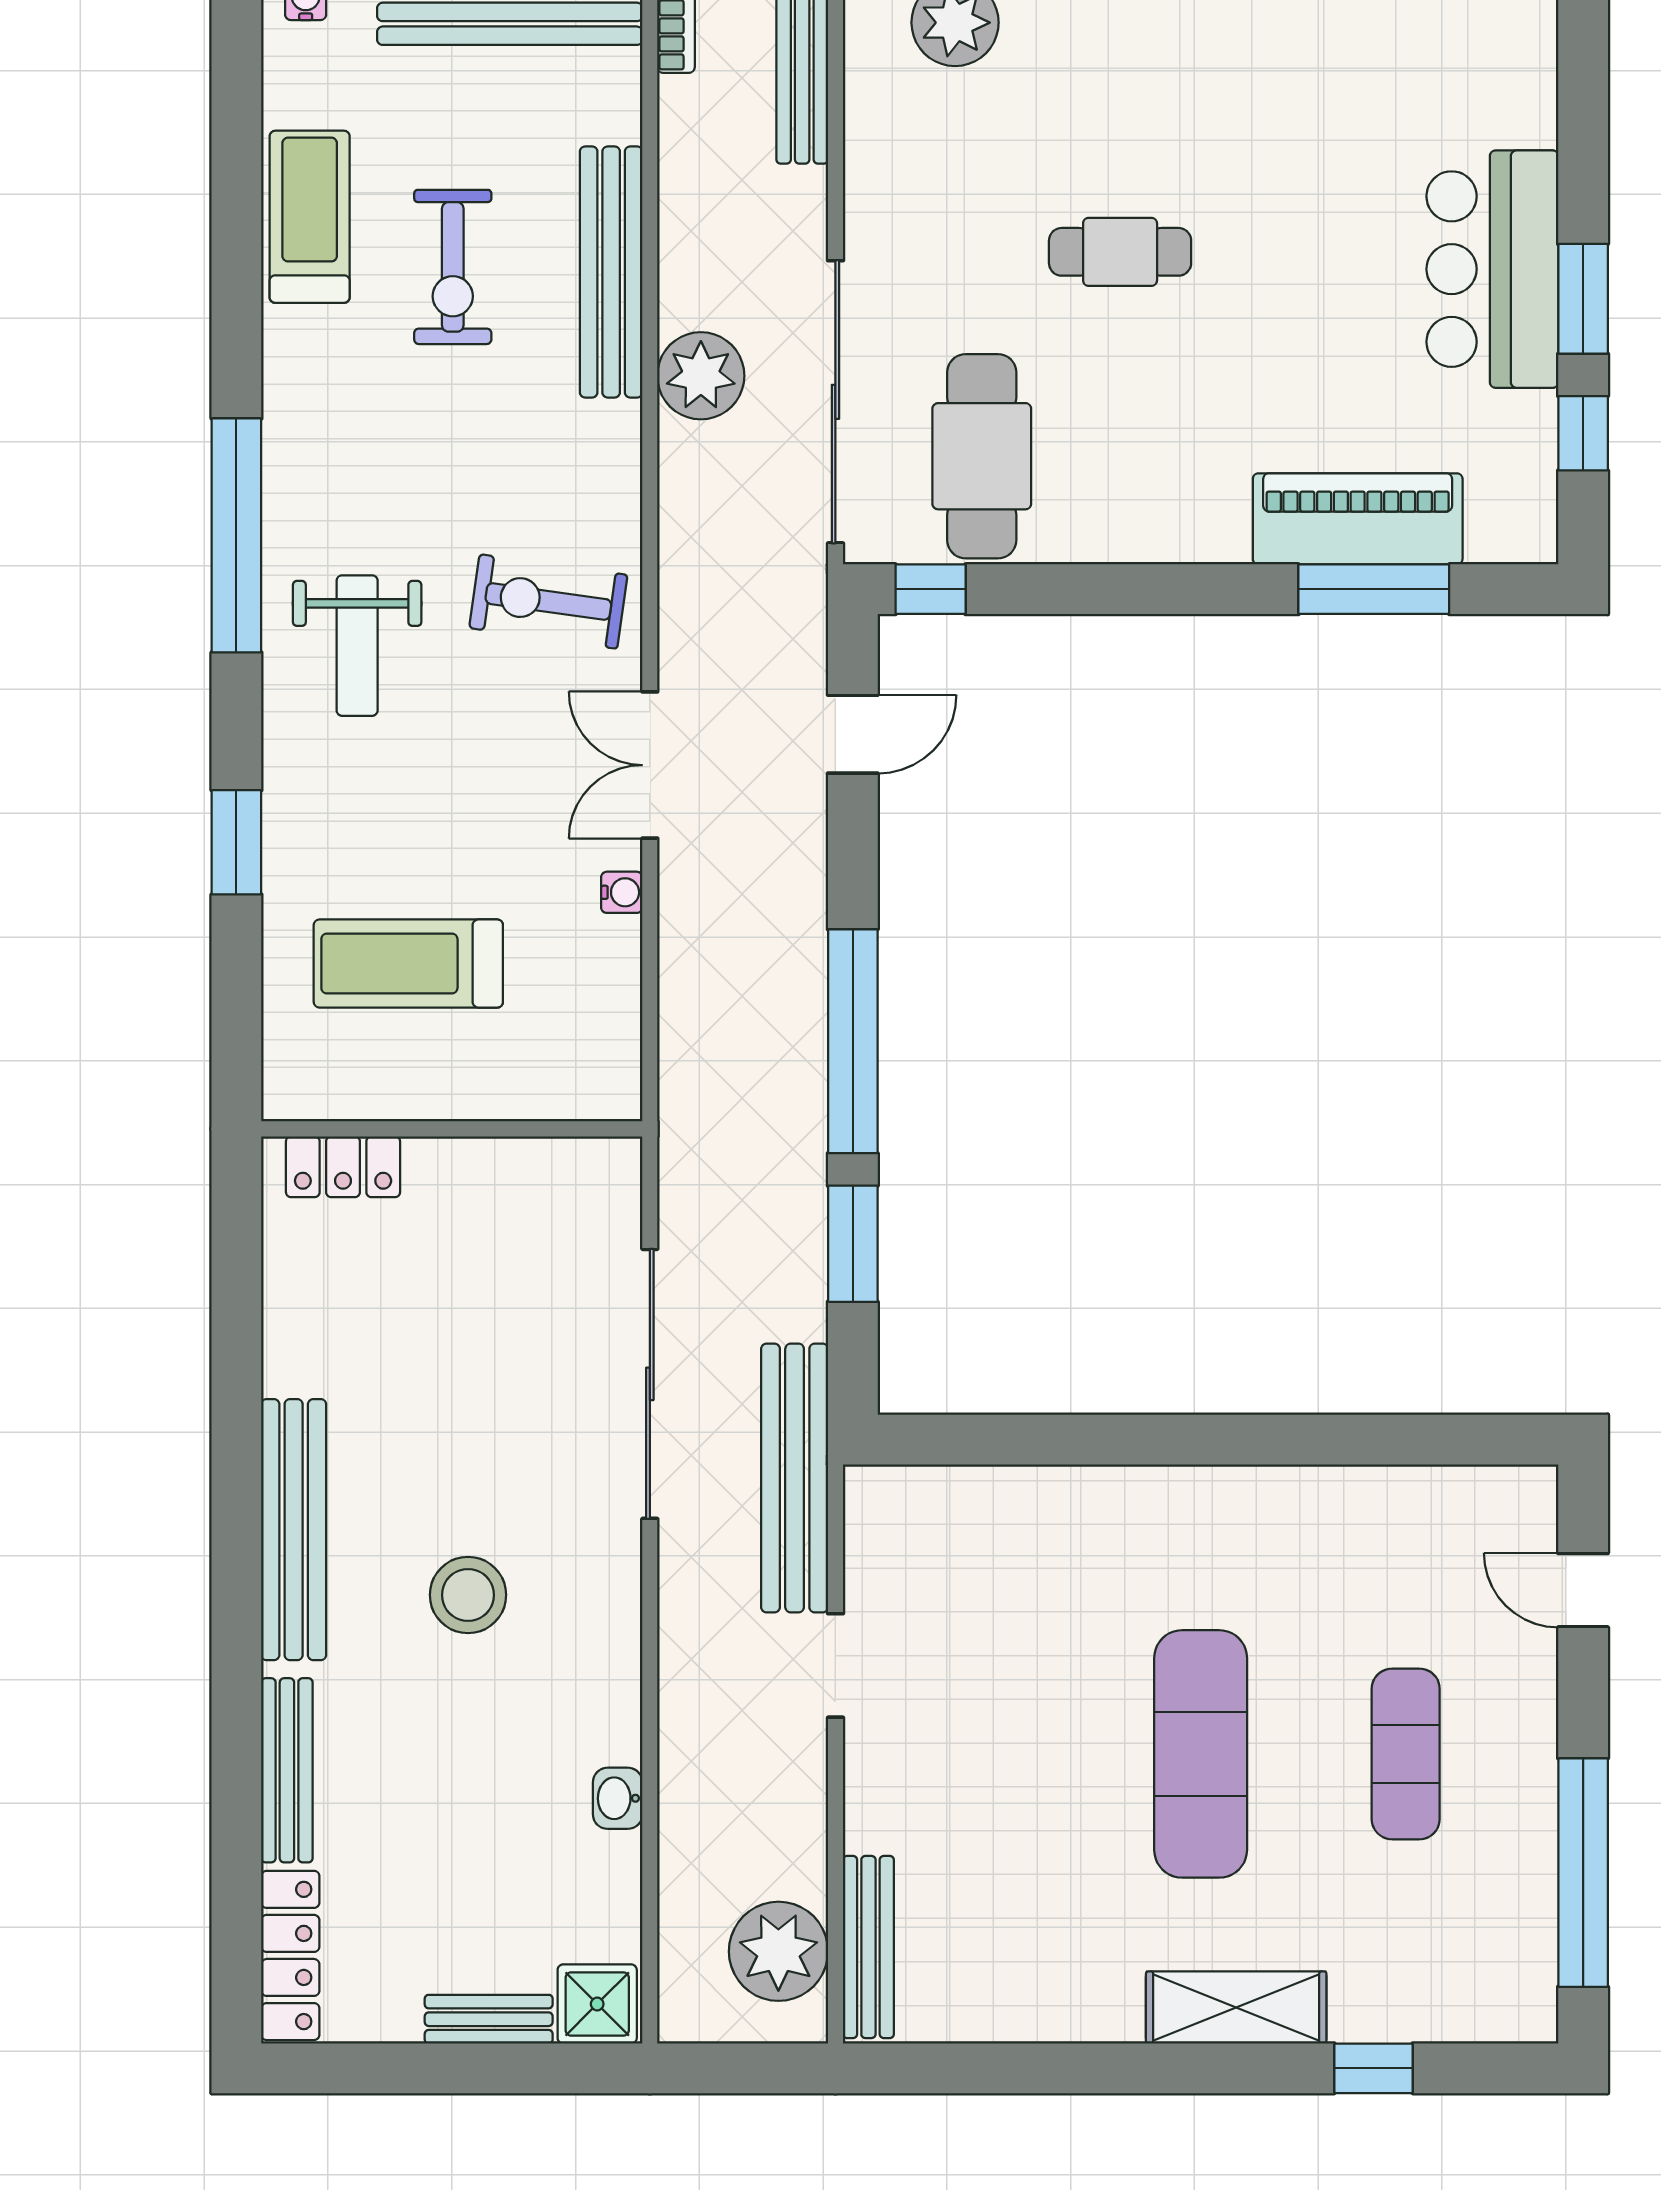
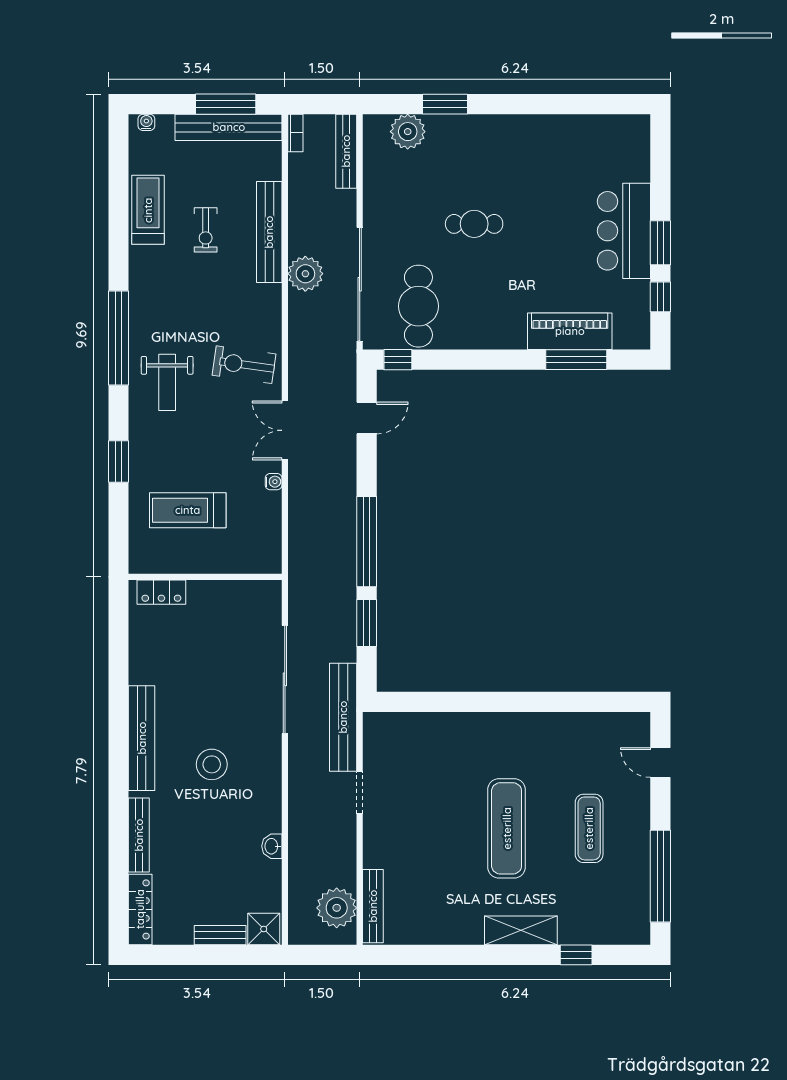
exercise bike: (453, 267) -> (206, 230), width x0.73, depth x0.72

